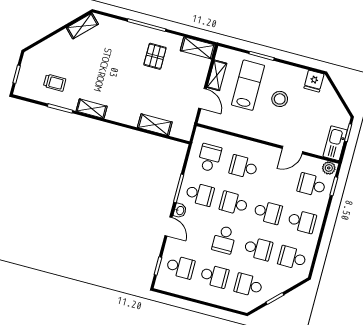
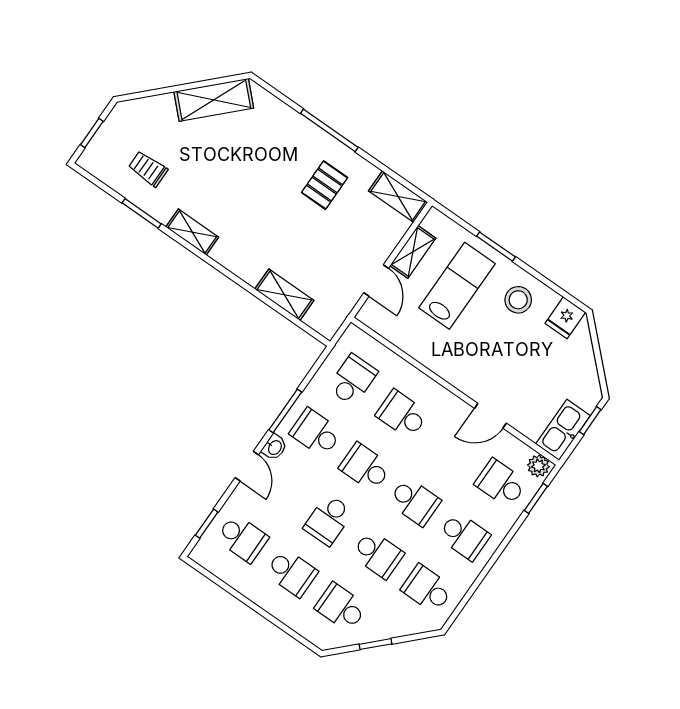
shelving: (82, 26) -> (214, 100), width x1.50, depth x1.33
trolley: (55, 83) -> (148, 169), turned 180
stool: (280, 99) -> (518, 300), moved
school desk: (200, 194) -> (316, 433), turned 180

